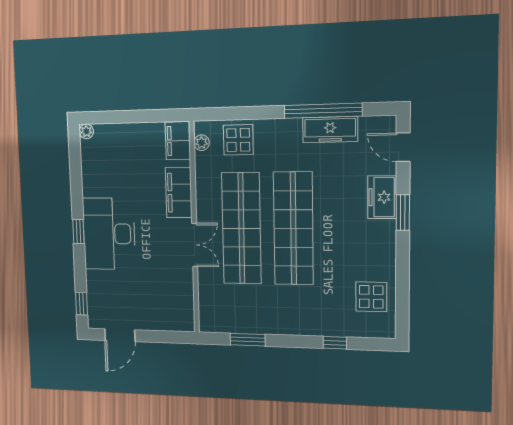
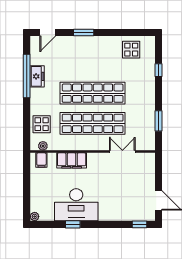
freezer: (330, 130) -> (37, 76), width x0.71
filing cabinet: (178, 141) -> (41, 160), width x0.50
freezer: (382, 197) -> (75, 44), removed
window: (78, 232) -> (73, 224), moved
desk: (109, 234) -> (76, 205), moved
double door: (195, 245) -> (122, 152), moved

